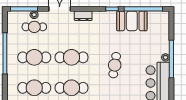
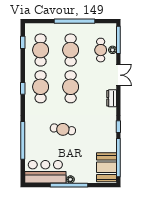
booth: (132, 21) -> (107, 167), moved

